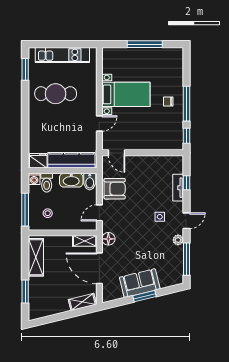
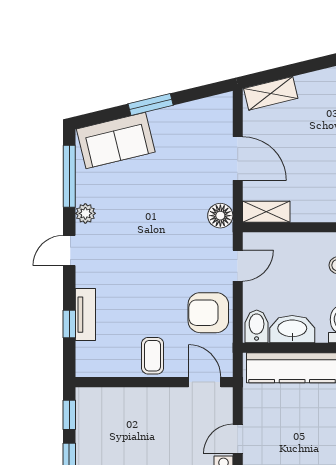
coffee table: (143, 166) -> (153, 356), added
side table: (160, 217) -> (121, 258), removed
door: (99, 268) -> (238, 158), width x0.73
sofa: (140, 283) -> (116, 140), moved

